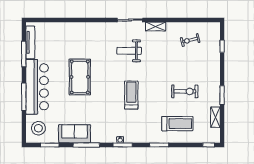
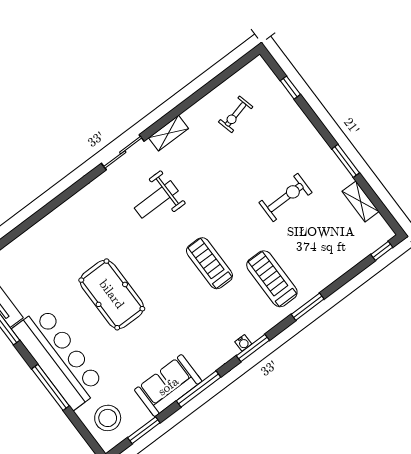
treadmill: (177, 124) -> (272, 279), moved, turned -90

